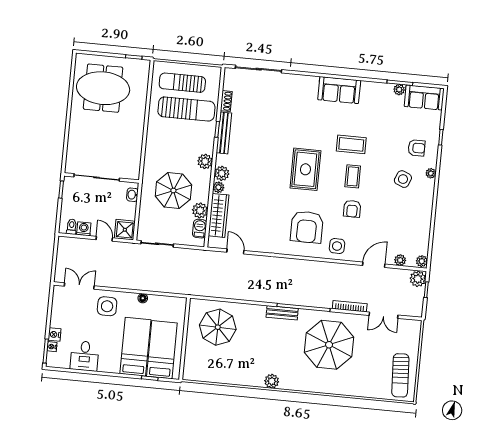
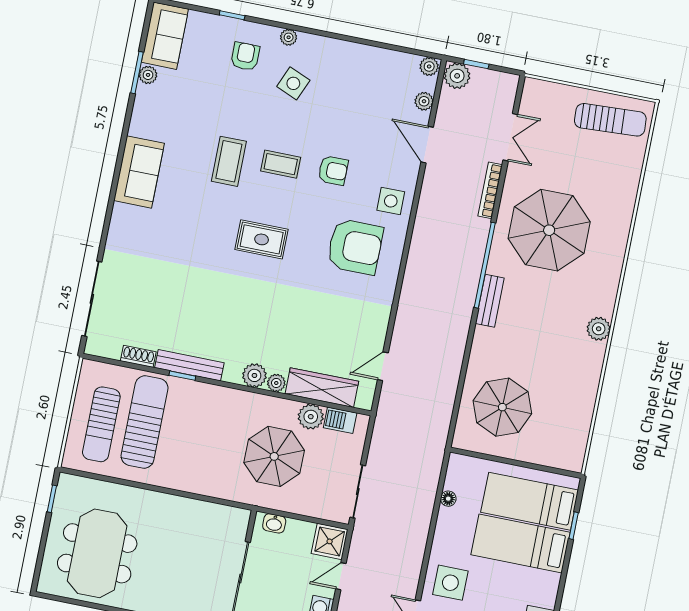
plant: (205, 161) -> (232, 400), removed
rug: (305, 169) -> (262, 239), width x0.73, depth x0.70
floor lamp: (143, 298) -> (448, 499), moved

